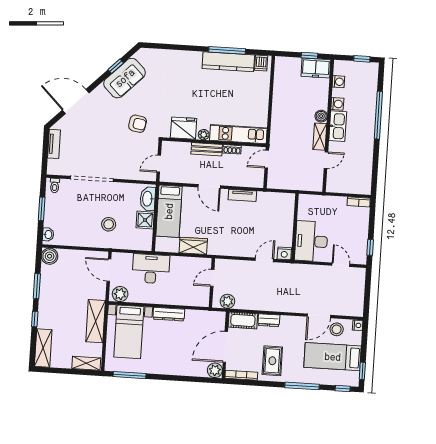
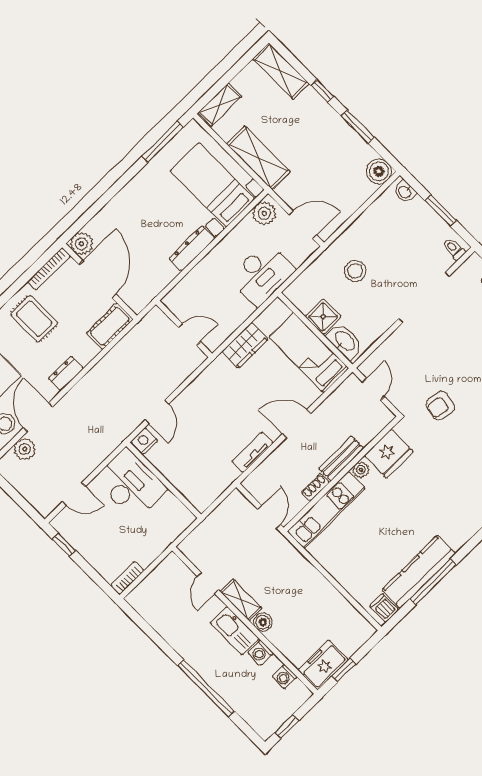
door: (212, 278) -> (189, 334), hinge flipped
plant: (227, 301) -> (25, 449), moved
dresser: (269, 320) -> (66, 373), moved

